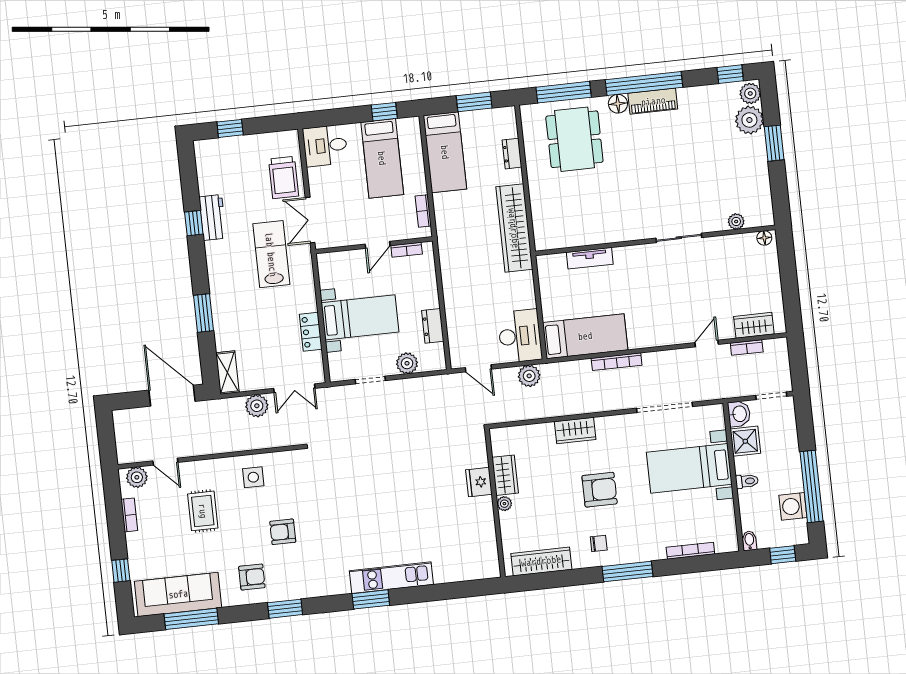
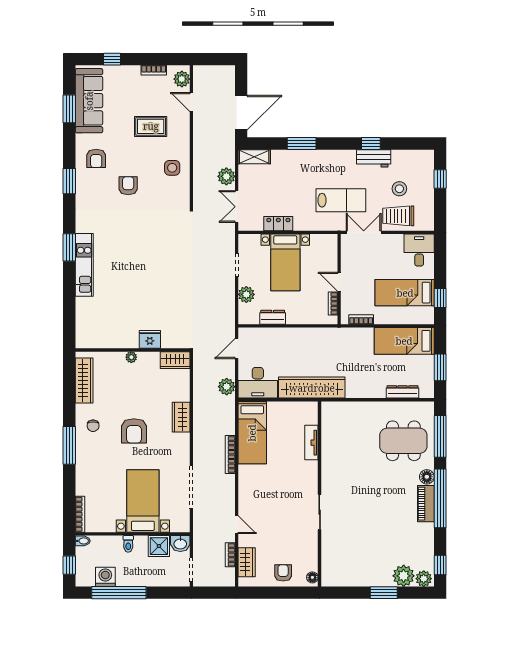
dresser: (512, 154) -> (403, 392), width x1.44
stool: (248, 180) -> (399, 189), added
plant: (736, 221) -> (327, 557), removed
wardrobe: (514, 228) -> (312, 388), moved
armchair: (763, 276) -> (283, 573), added
door: (165, 462) -> (191, 102), hinge flipped
wardrobe: (505, 475) -> (175, 360), moved
bookcase: (690, 551) -> (80, 514), moved
window: (191, 619) -> (69, 109), width x0.69

